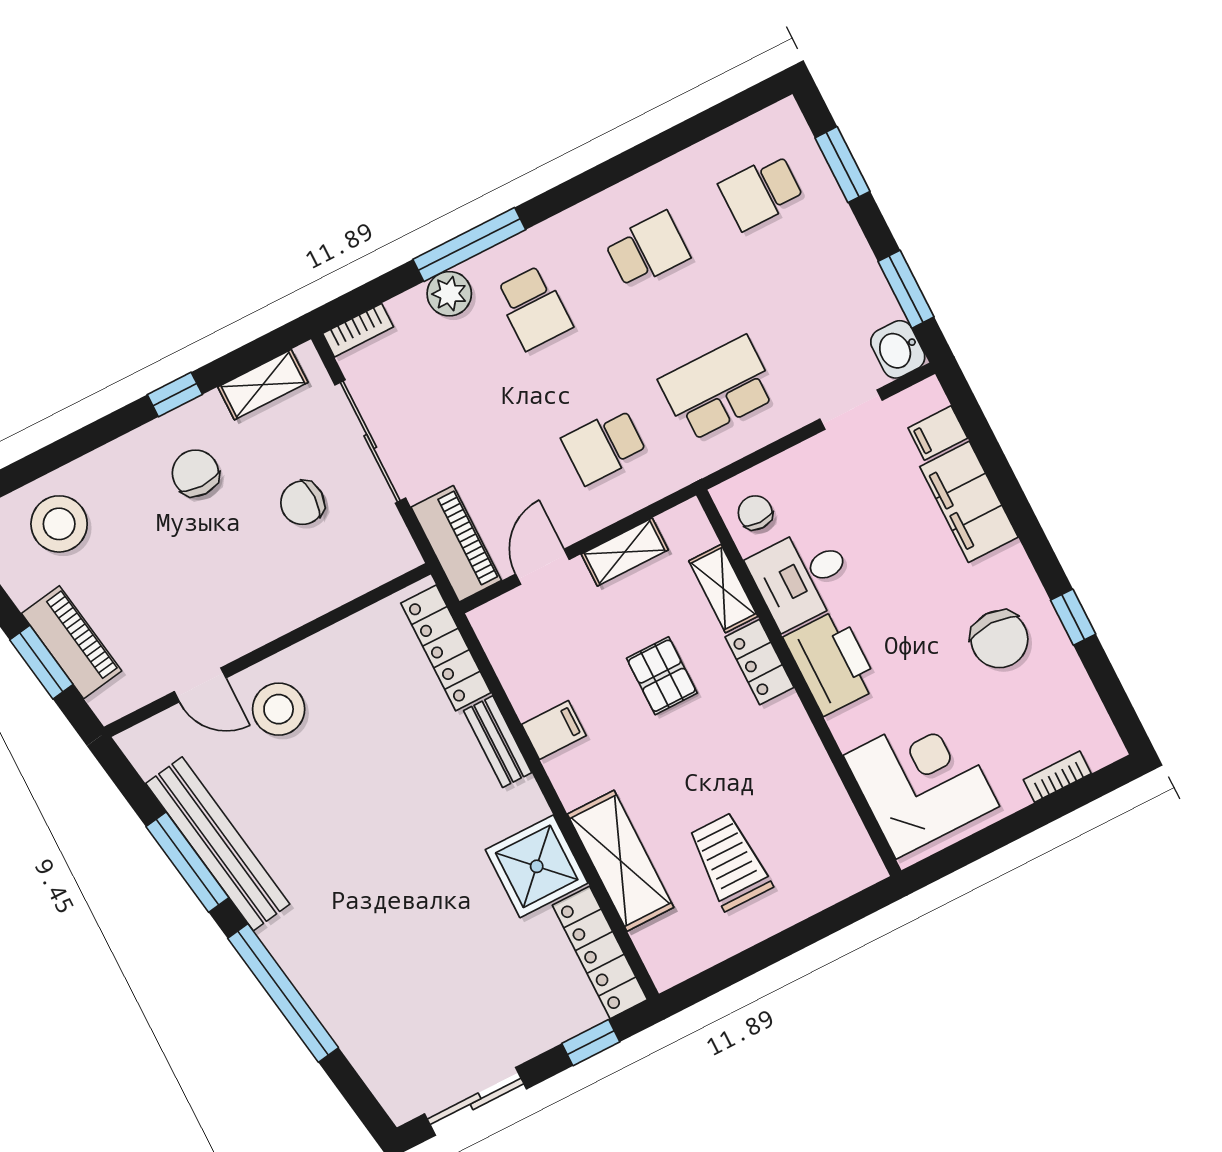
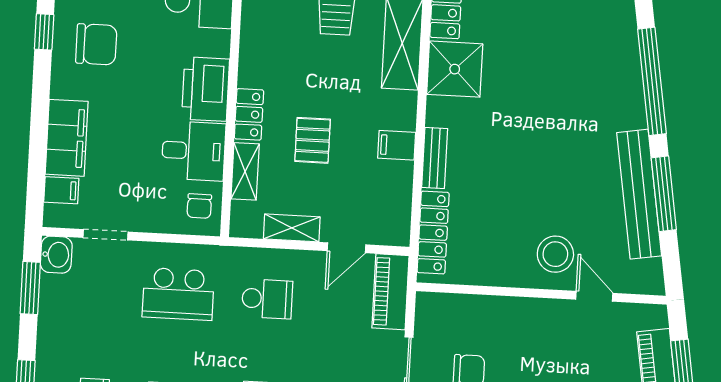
chair: (999, 639) -> (96, 44), turned 90

